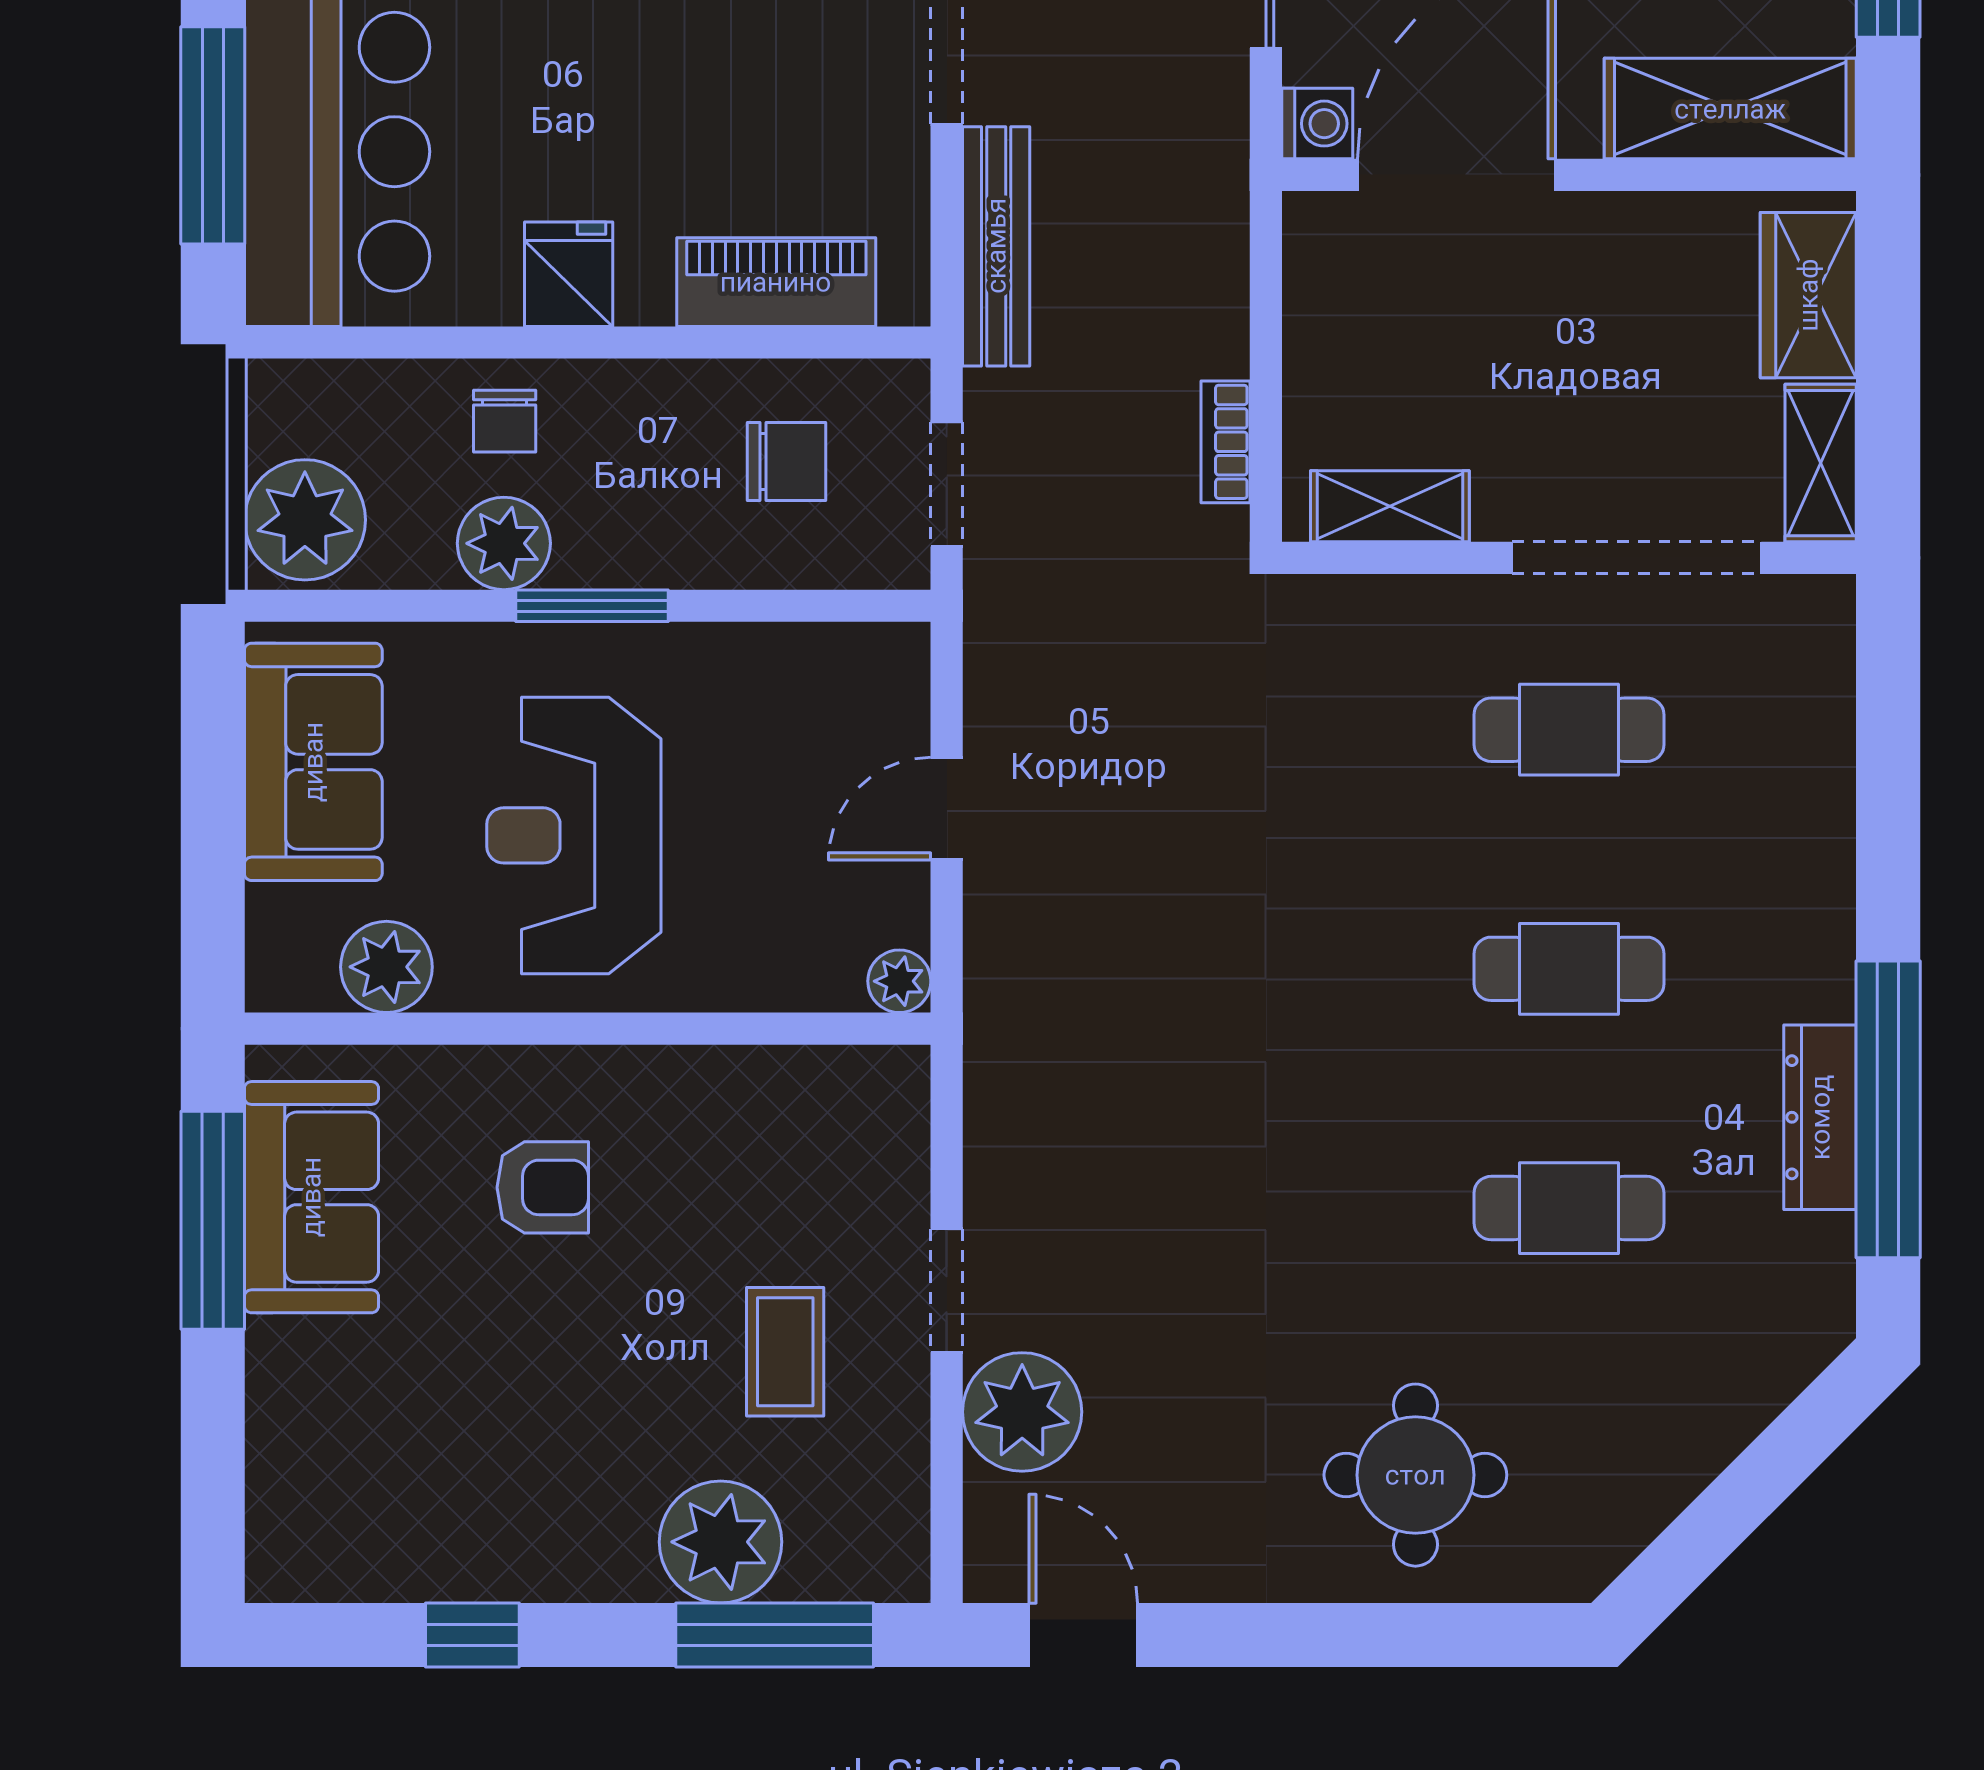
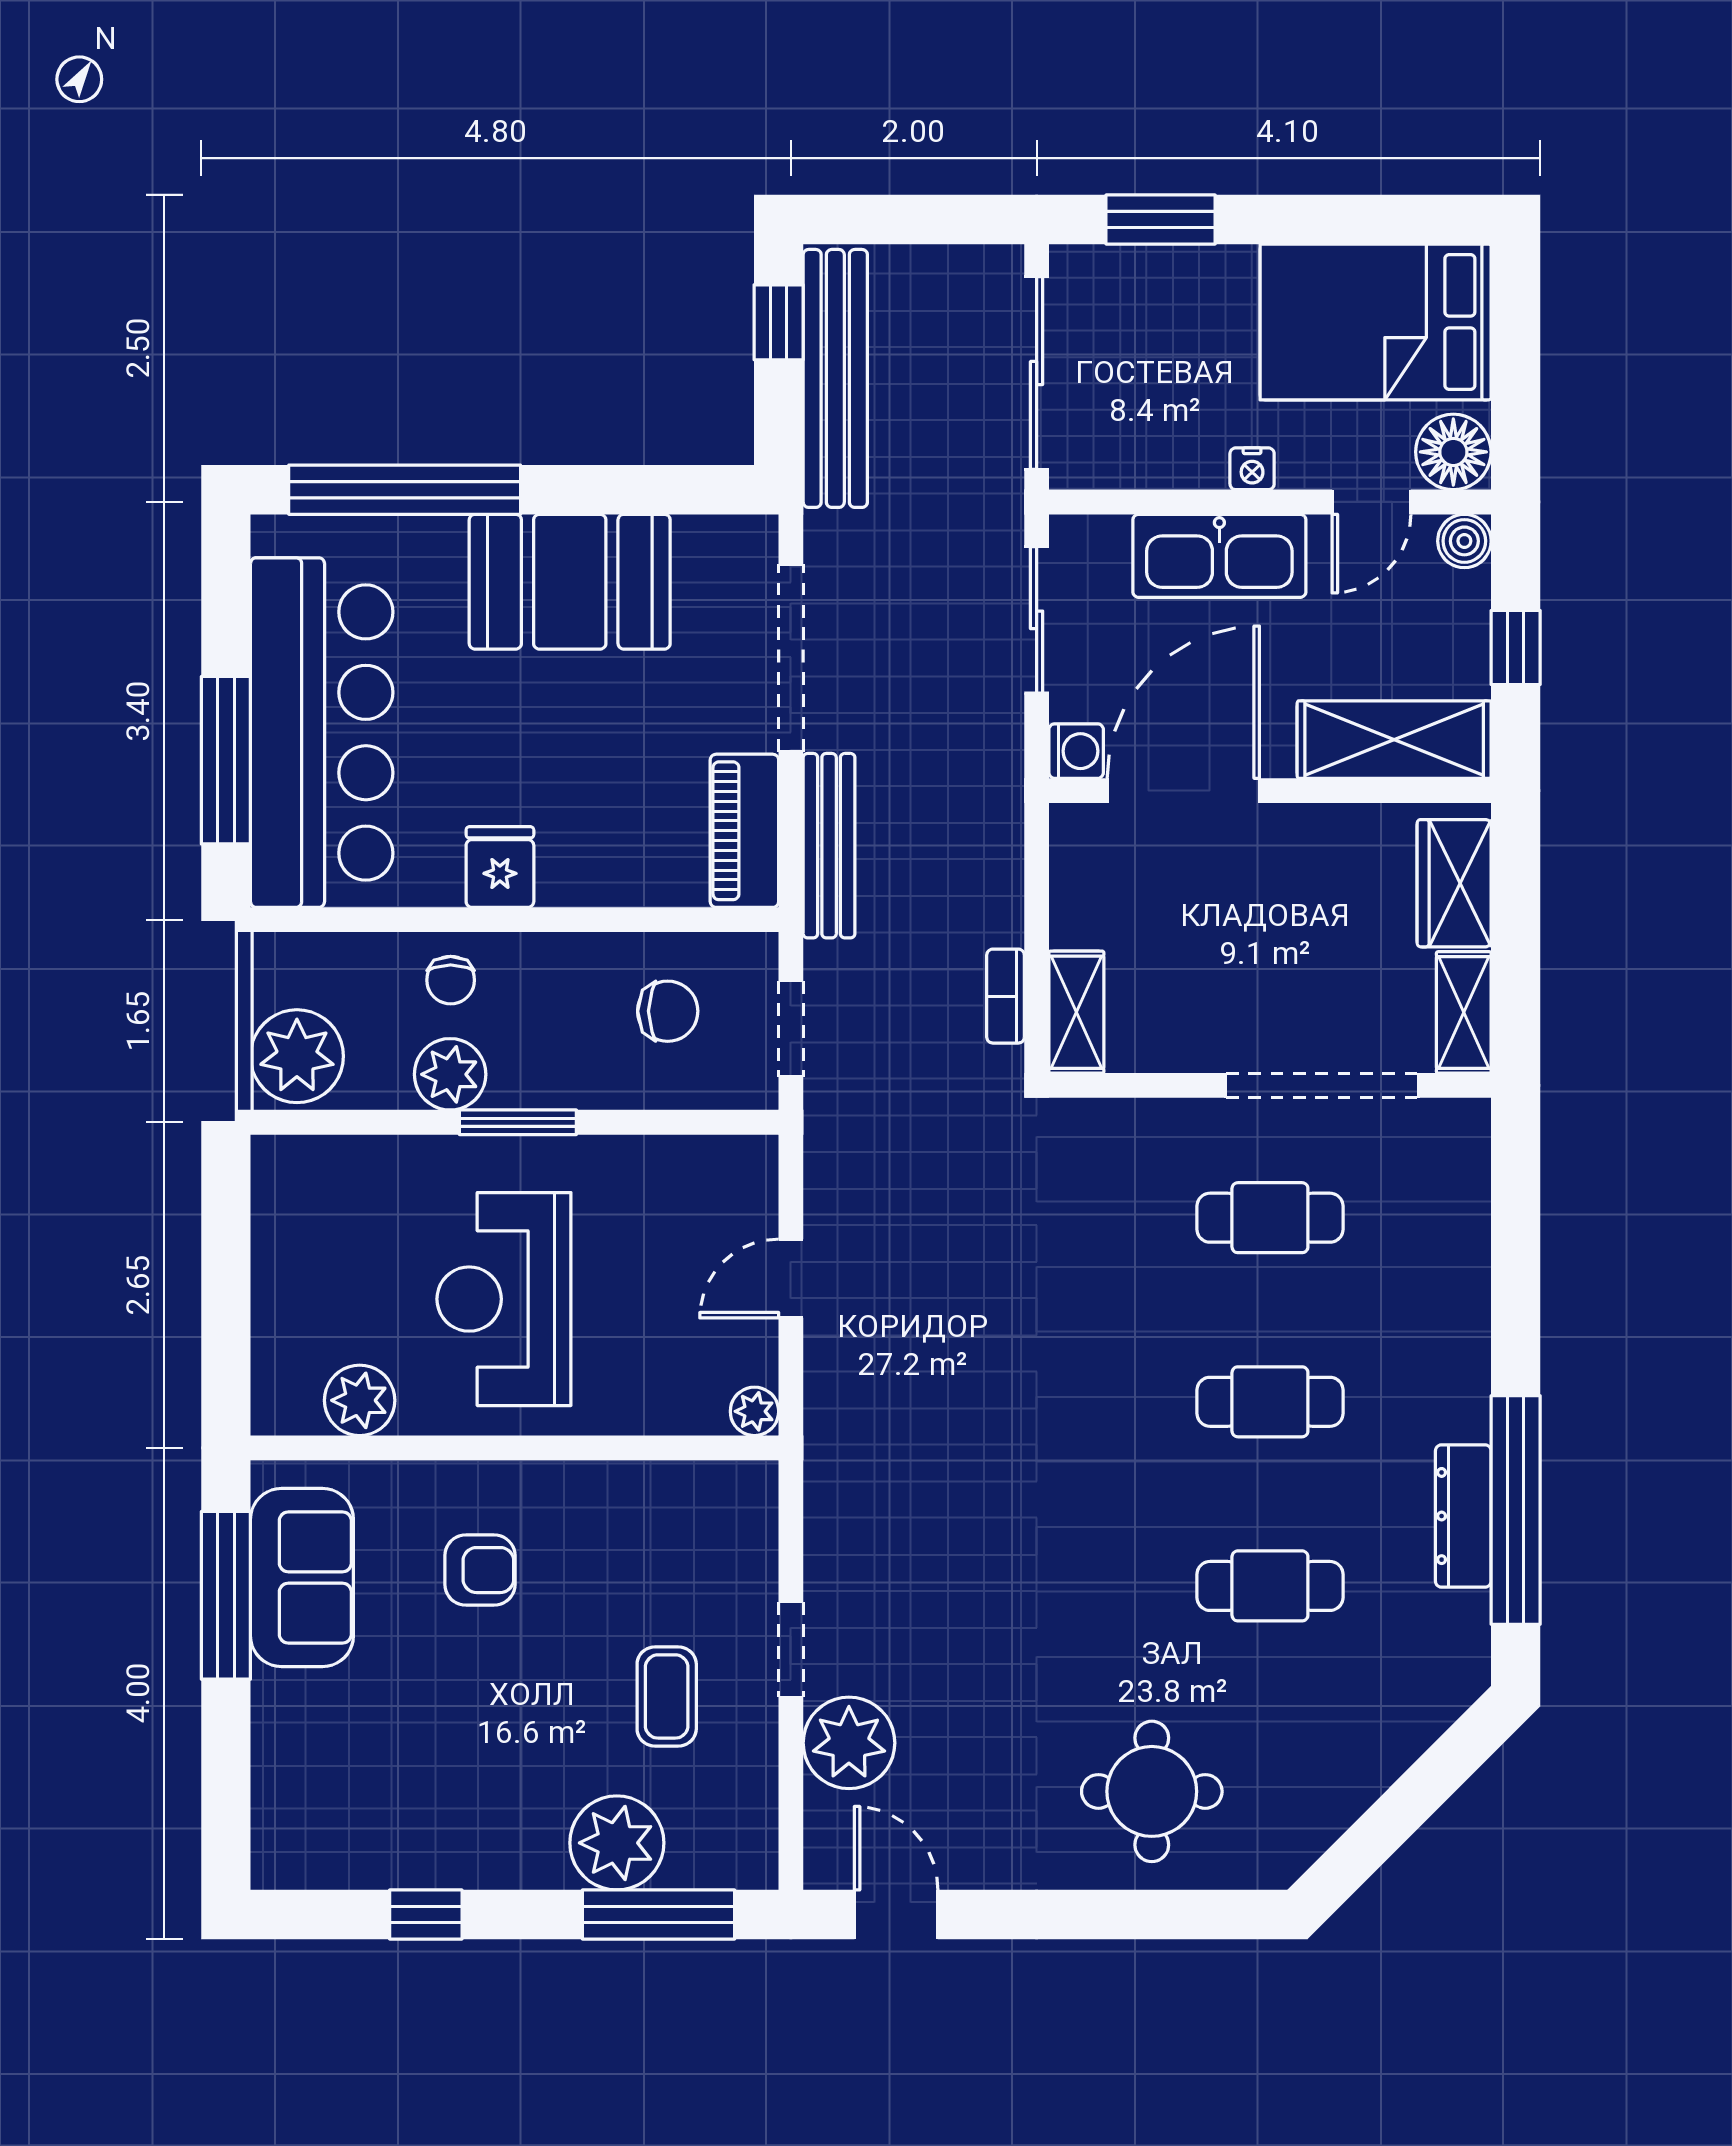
piano: (776, 282) -> (744, 831), moved, turned -90
shelving: (1390, 506) -> (1076, 1012), moved, turned 90
sofa: (313, 762) -> (303, 1242), removed

